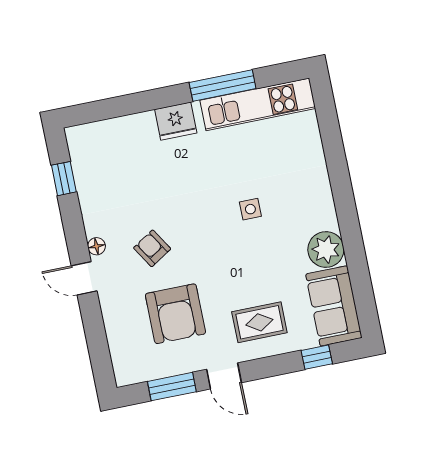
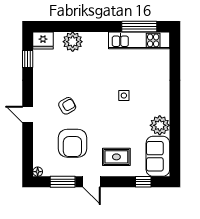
window: (223, 85) -> (139, 27), moved
fridge: (176, 121) -> (43, 40), moved
plant: (138, 131) -> (73, 42), added
floor lamp: (97, 246) -> (38, 172), moved
armchair: (152, 248) -> (67, 106), turned 92

